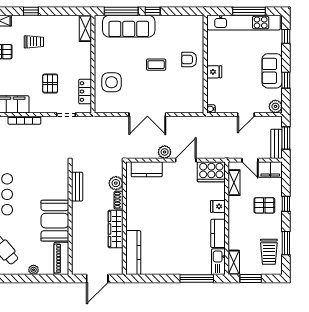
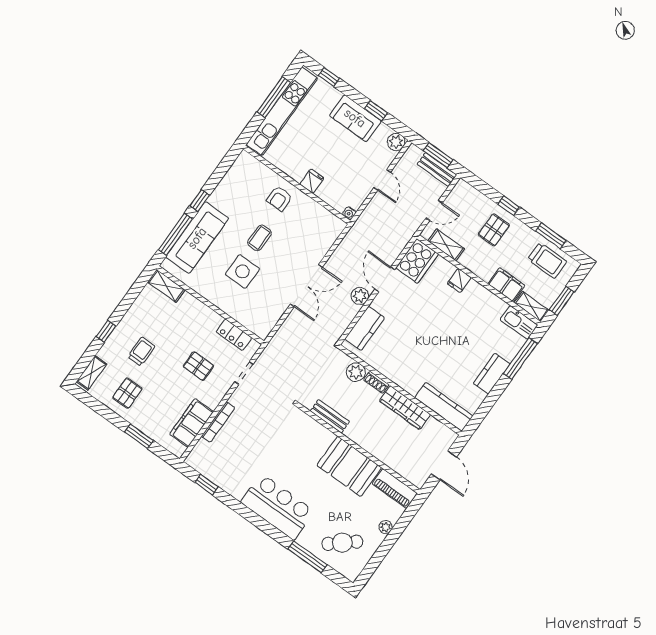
side table: (112, 82) -> (242, 272), moved
filing cabinet: (270, 169) -> (506, 285), moved, turned -90
kitchen counter: (218, 233) -> (492, 374), moved, turned 90

